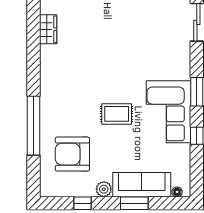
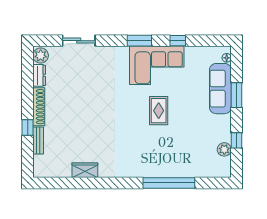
armchair: (72, 154) -> (194, 149), removed
plant: (104, 189) -> (224, 149), moved

